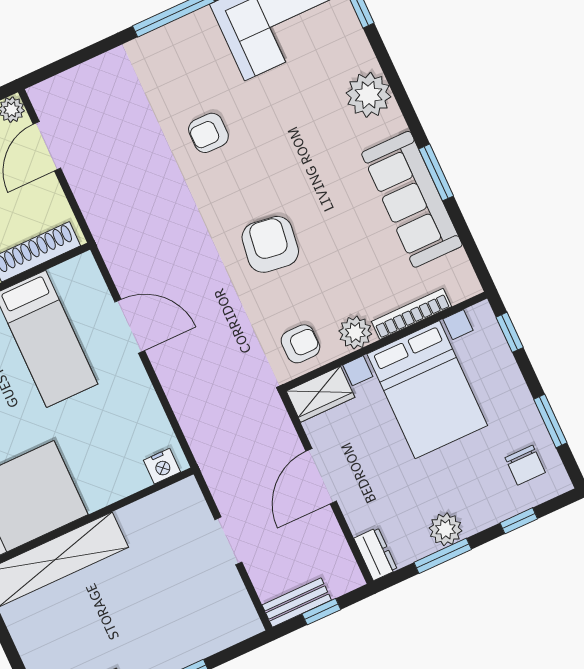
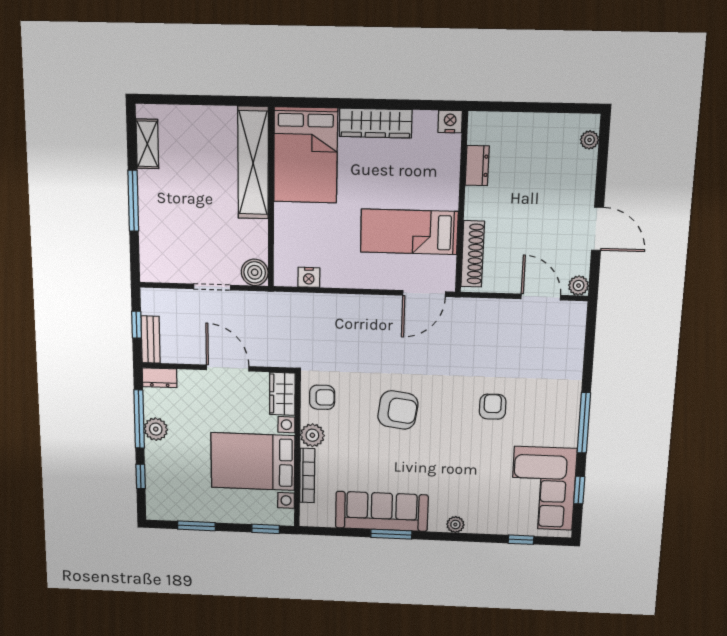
plant: (369, 95) -> (455, 525), width x0.53, depth x0.53
door: (130, 326) -> (424, 293), moved
armchair: (300, 344) -> (322, 397), turned -90
chair: (525, 465) -> (175, 497), removed
nightstand: (162, 466) -> (309, 277), moved, turned -90
boiler: (185, 498) -> (255, 272), added
window: (443, 556) -> (139, 419), width x1.44
bench: (297, 602) -> (151, 340), moved

